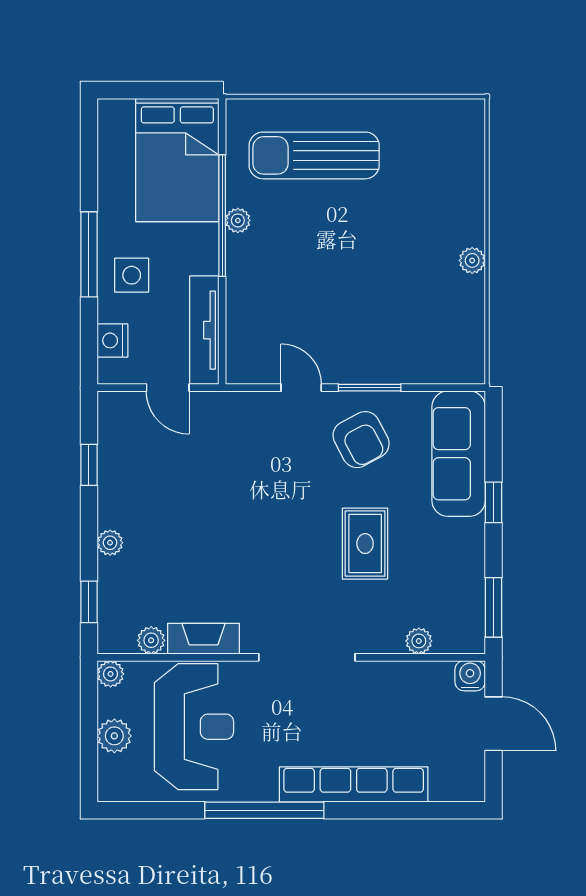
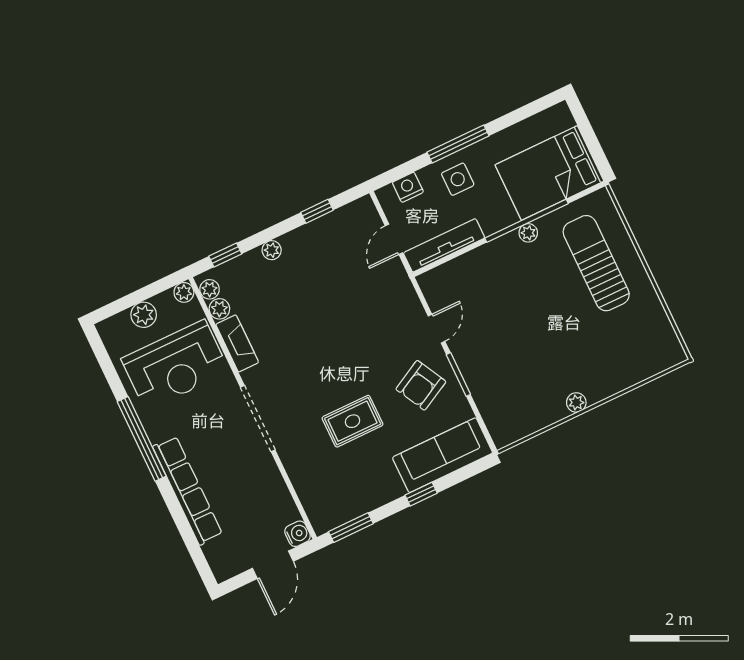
plant: (419, 641) -> (210, 289), moved

